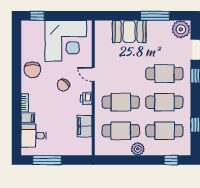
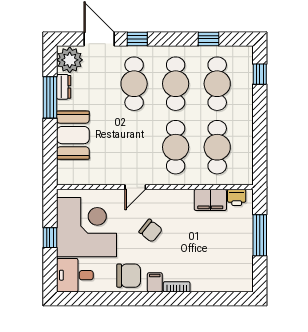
window: (37, 16) -> (50, 238), moved
dresser: (162, 25) -> (64, 87), added
printer: (86, 98) -> (237, 197), moved
filing cabinet: (28, 118) -> (155, 282), moved
desk: (34, 136) -> (75, 275), moved, turned 90
plant: (138, 149) -> (244, 123), removed
window: (47, 160) -> (260, 235), moved

